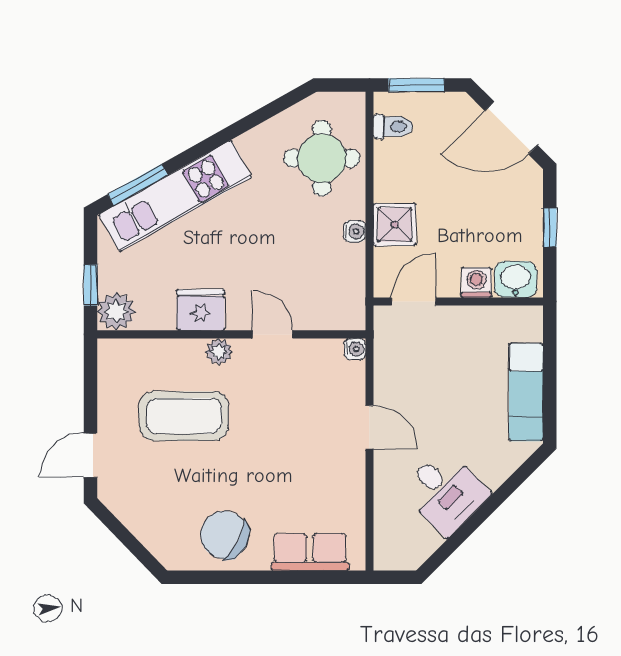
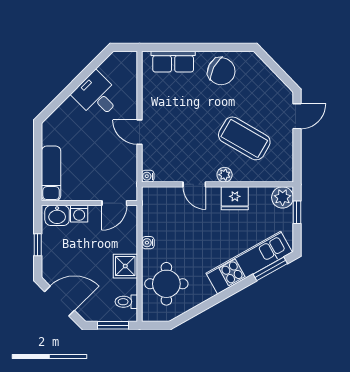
shower: (395, 225) -> (125, 266), moved
exam couch: (526, 392) -> (51, 173), moved
coffee table: (184, 416) -> (244, 138), turned 30

